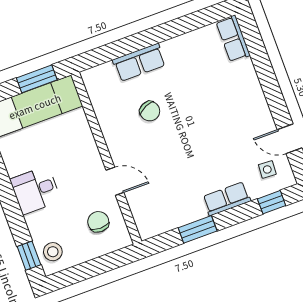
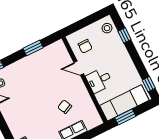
desk: (35, 190) -> (99, 80), moved, turned 180
row of seats: (227, 199) -> (20, 66), removed
window: (29, 256) -> (125, 35), moved

